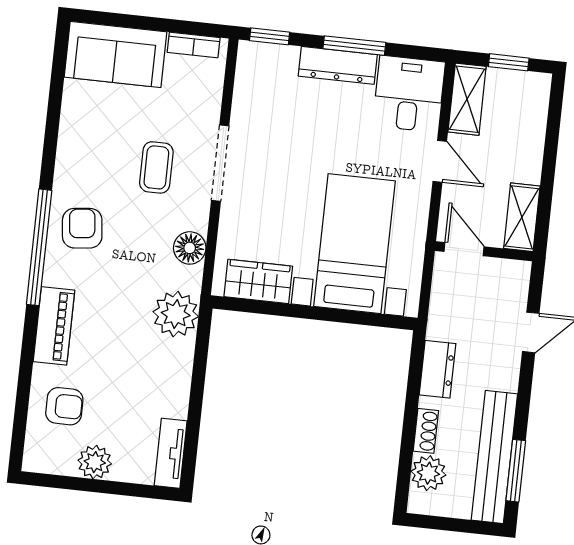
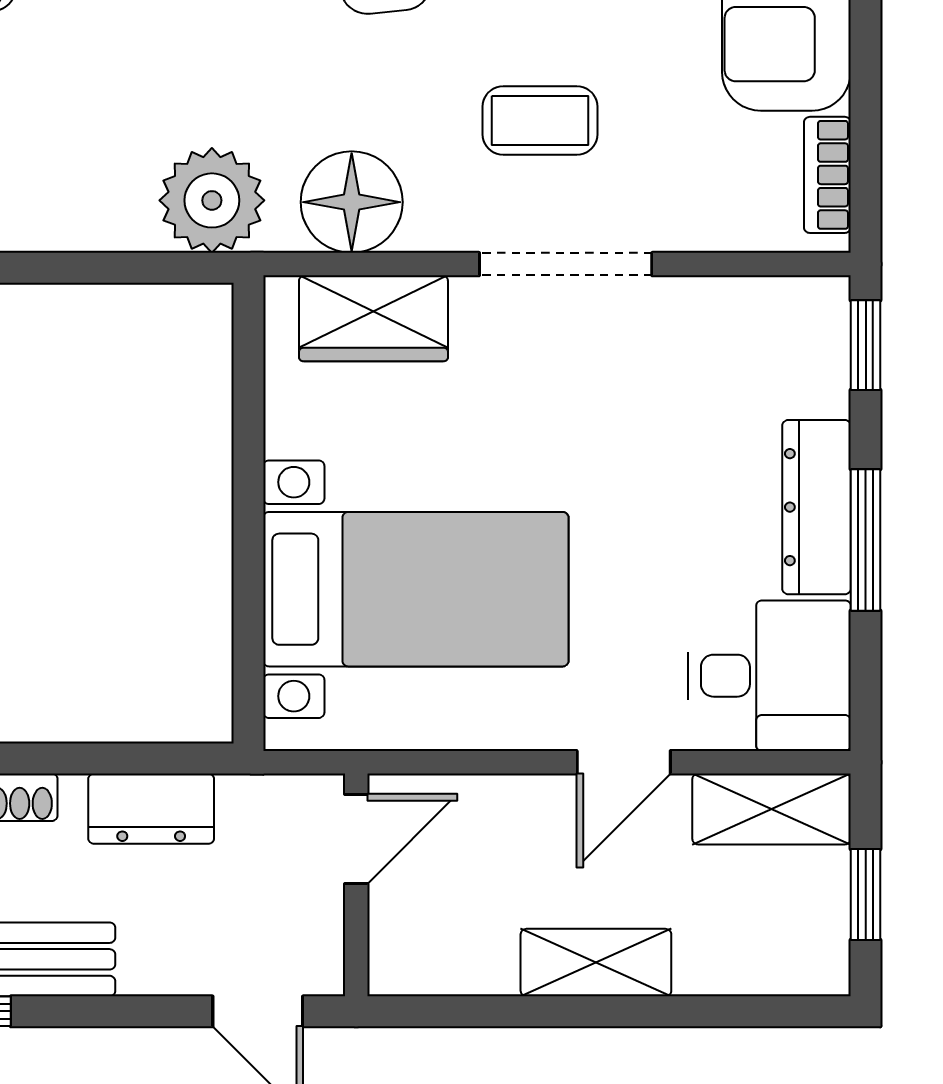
shelving: (522, 217) -> (596, 963), moved
floor lamp: (190, 248) -> (352, 202), width x1.38, depth x1.38
door: (464, 249) -> (356, 839), moved
wall: (484, 251) -> (356, 885), moved
wardrobe: (258, 281) -> (373, 318), moved, turned 90

